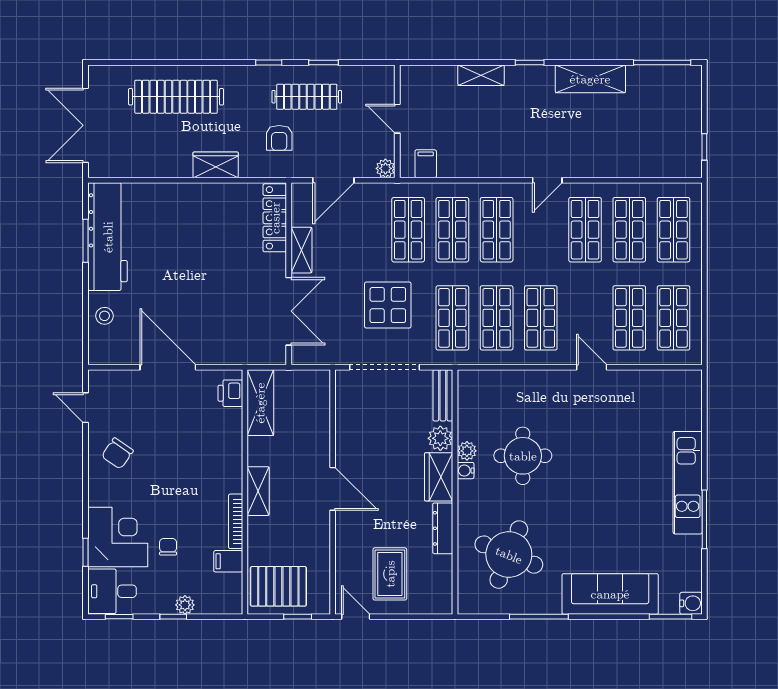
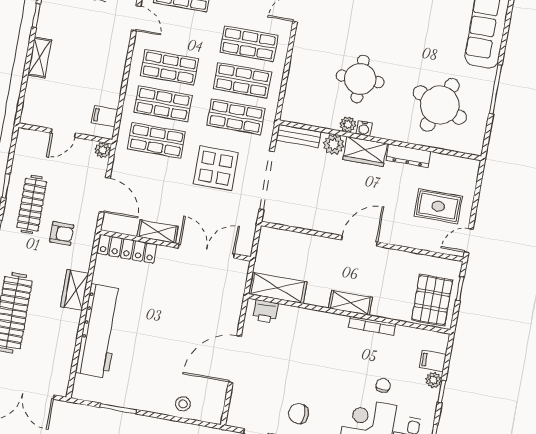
workbench: (108, 237) -> (99, 331), moved, turned 90
chair: (117, 453) -> (299, 414), turned 145
chair: (168, 547) -> (383, 385), turned 90
filing cabinet: (228, 561) -> (433, 361), moved, turned 90

